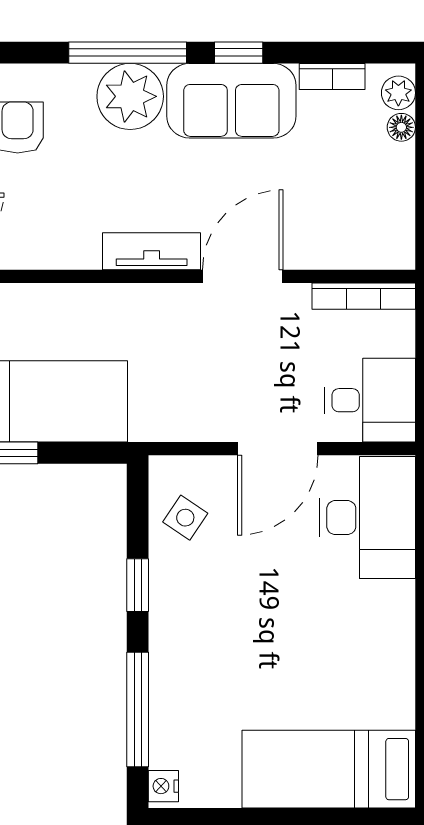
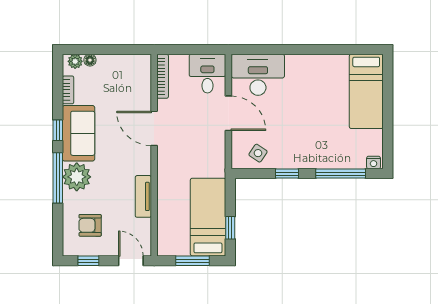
tv unit: (152, 251) -> (143, 196), moved

